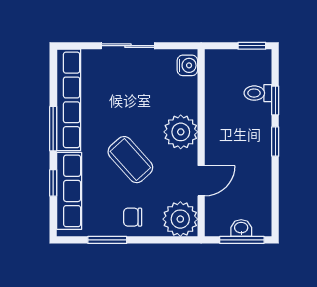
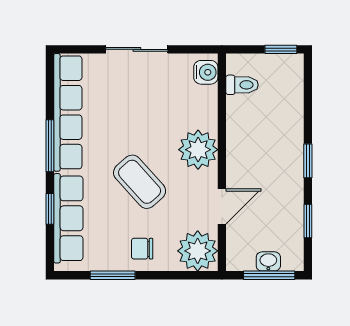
toilet: (258, 93) -> (242, 85), moved, turned 180
window: (275, 100) -> (308, 221), moved

